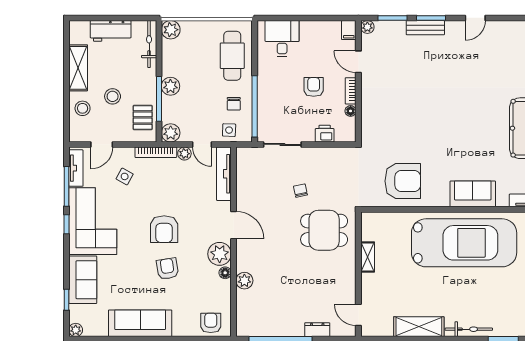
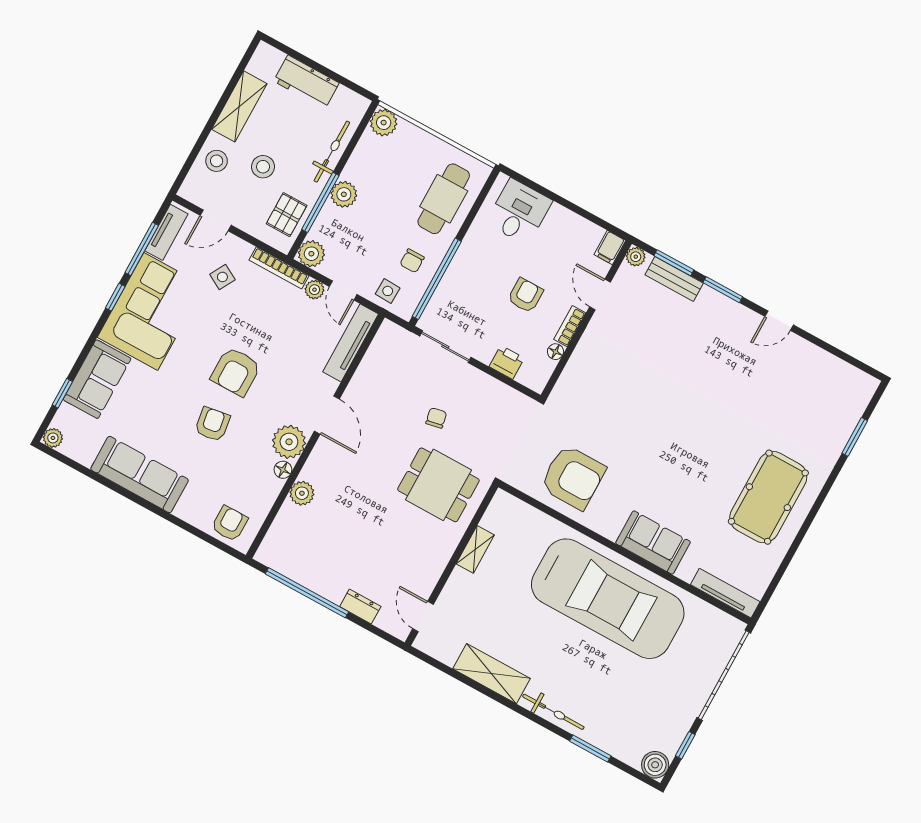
bench: (425, 28) -> (674, 279), moved
bicycle: (149, 44) -> (332, 152), moved

